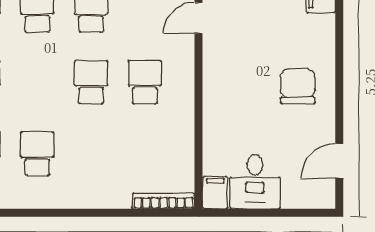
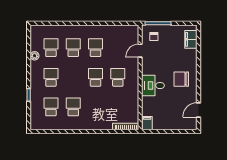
chair: (298, 86) -> (181, 79), turned -90
desk: (255, 182) -> (153, 86), moved, turned 90

